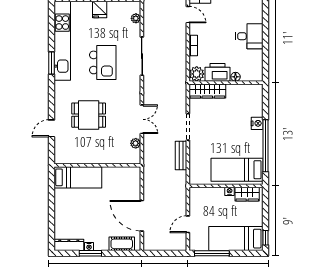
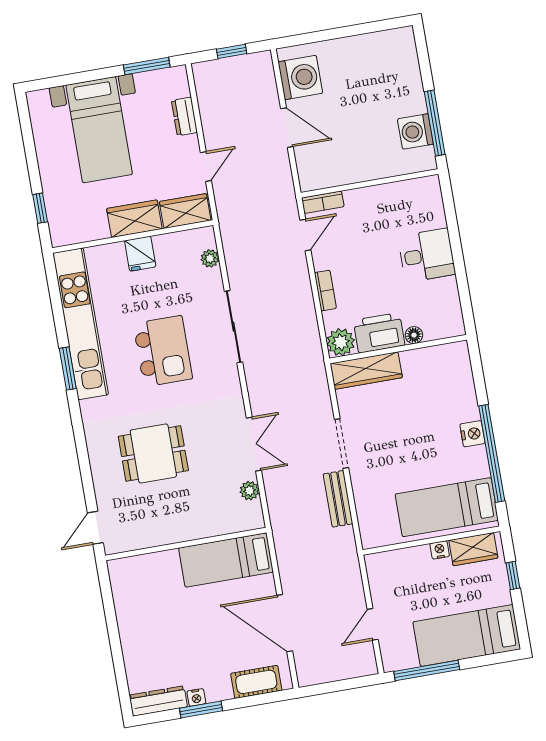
door: (188, 15) -> (305, 235), hinge flipped
nightstand: (257, 123) -> (472, 434), moved
door: (52, 128) -> (95, 528), moved
bed: (78, 177) -> (226, 560), moved, turned 180
window: (265, 238) -> (513, 576), moved

